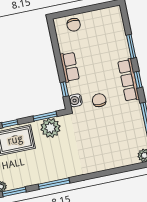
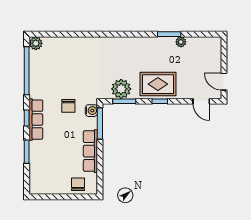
row of seats: (70, 67) -> (90, 151), width x1.48
window: (64, 89) -> (100, 124), width x2.17
window: (54, 184) -> (129, 34), removed

